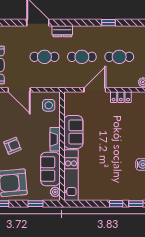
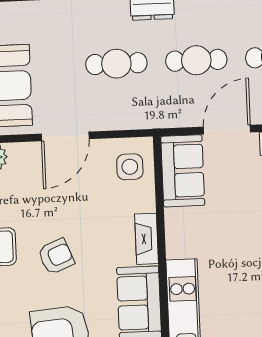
door: (19, 90) -> (65, 136), hinge flipped
sofa: (73, 132) -> (183, 171), moved

